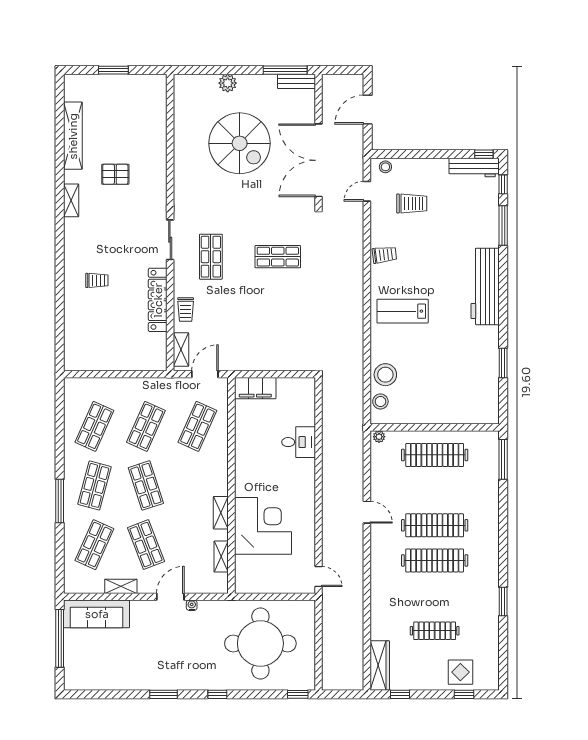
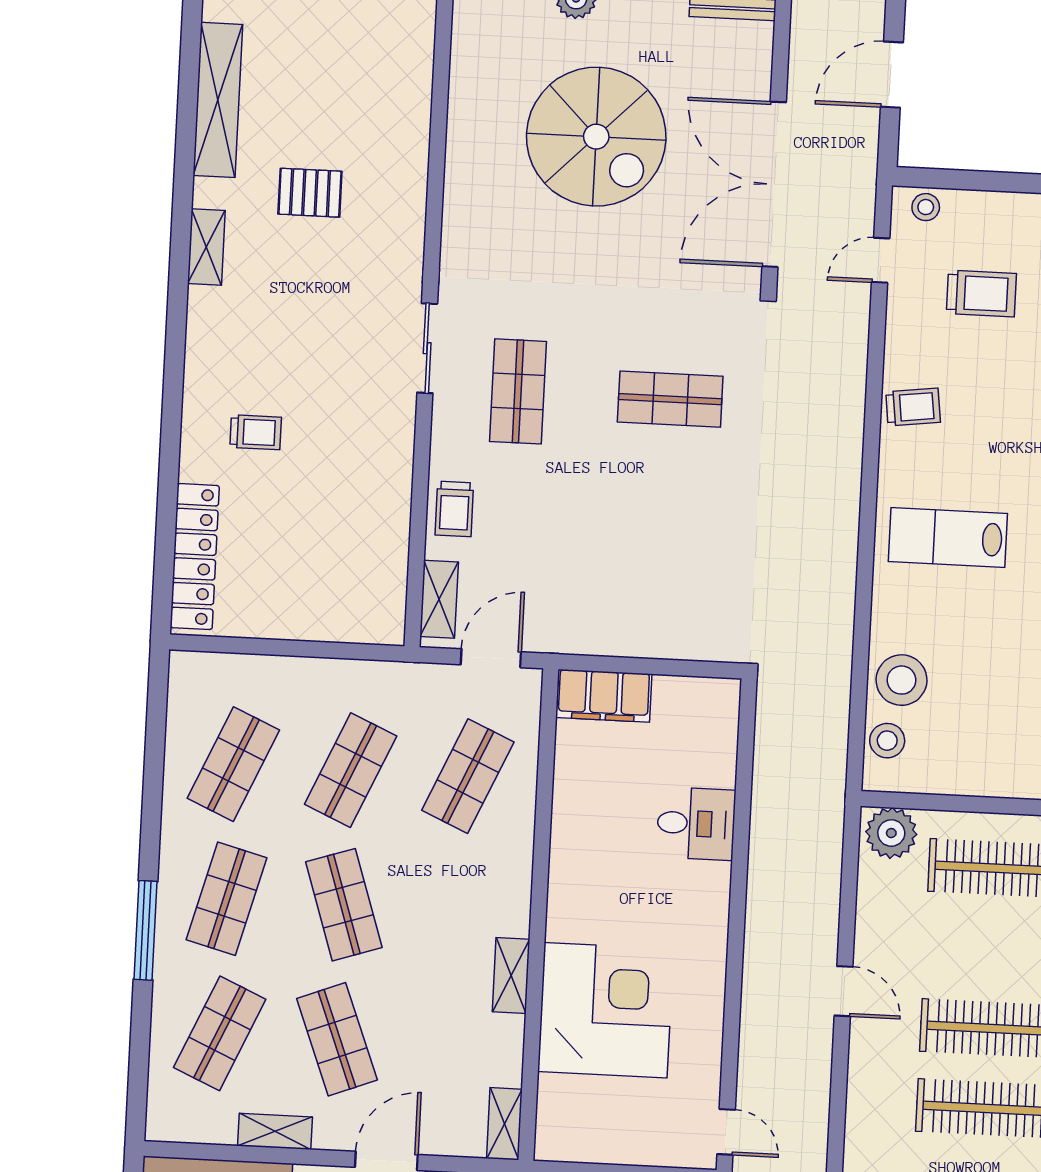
locker: (158, 300) -> (195, 557), moved, turned 180
plant: (379, 437) -> (891, 833), width x1.87, depth x1.87
shelving: (221, 557) -> (504, 1124), moved

